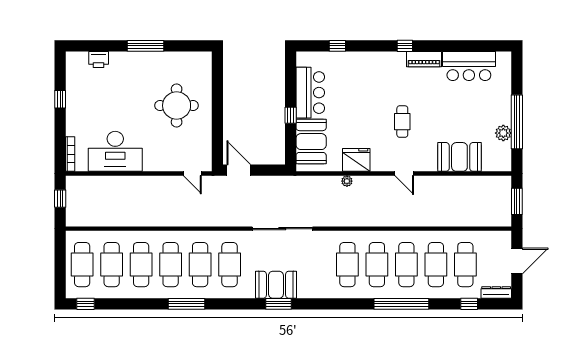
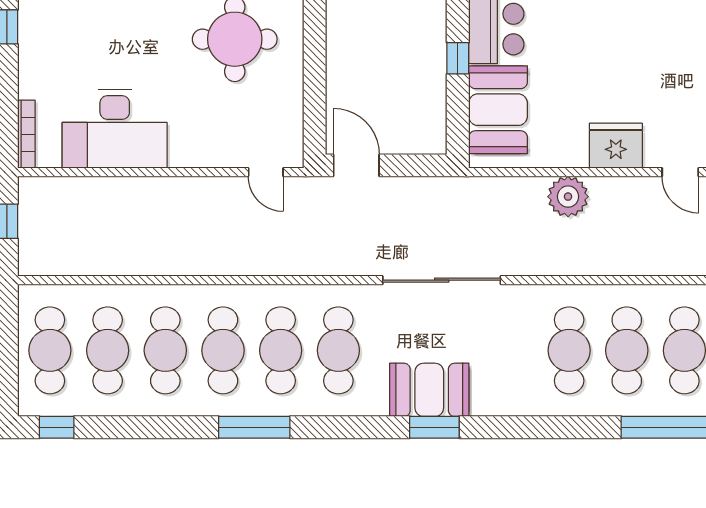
cafe table: (402, 122) -> (676, 71), removed
fridge: (356, 160) -> (616, 146), moved
plant: (347, 181) -> (568, 197), width x1.87, depth x1.87

